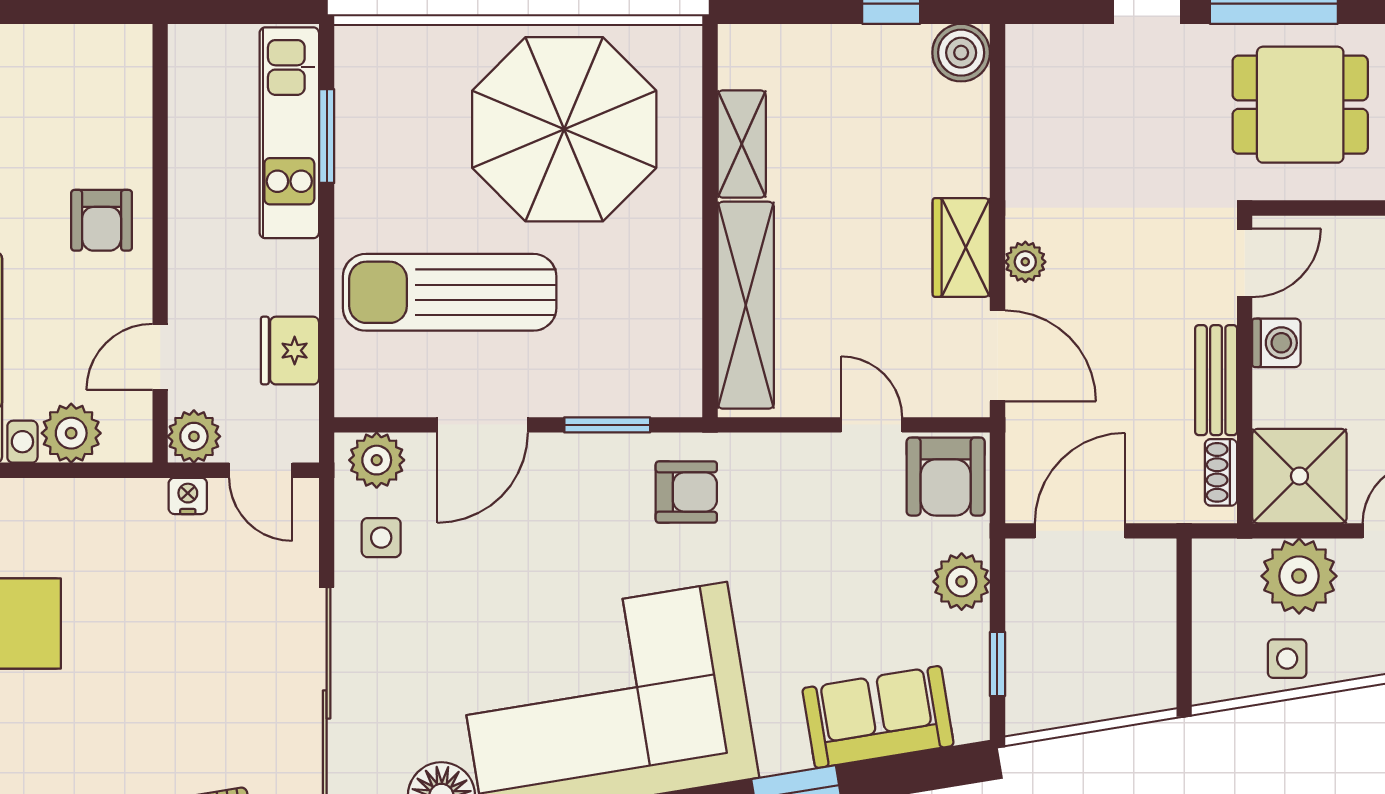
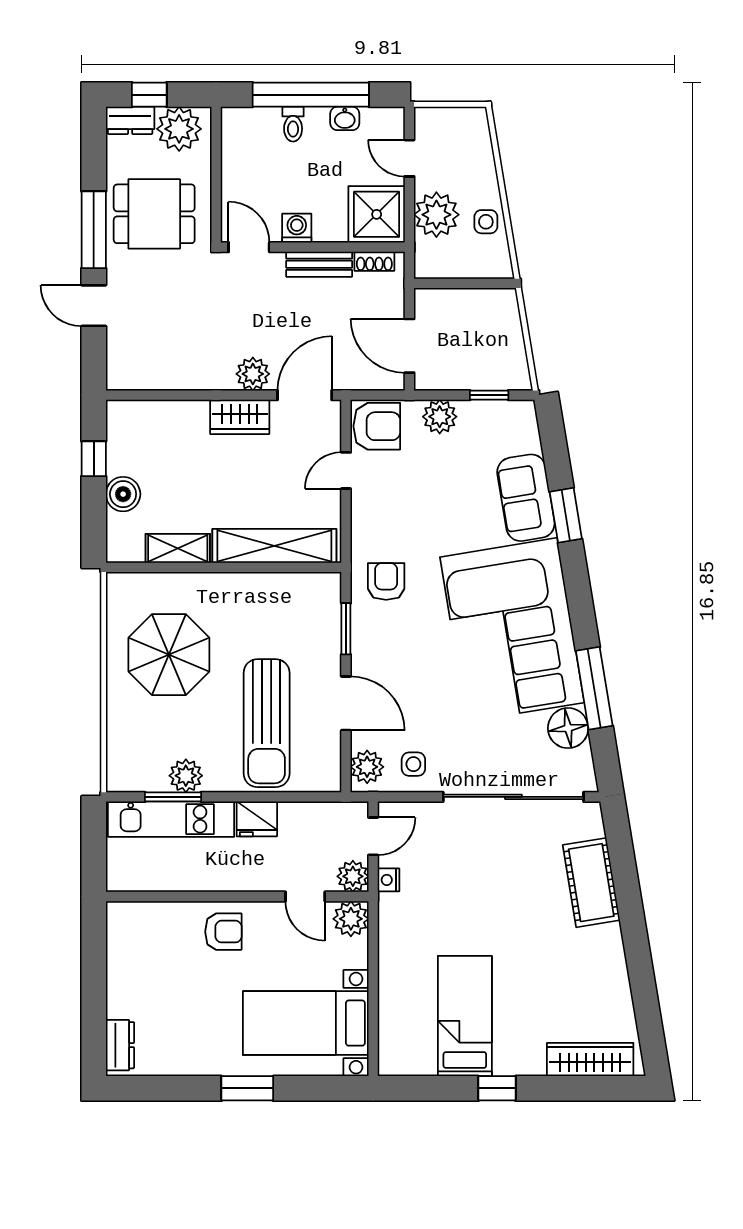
boiler: (961, 53) -> (123, 494), moved
dining table: (1300, 105) -> (154, 214), turned 90
parasol: (564, 129) -> (169, 655), width x0.73, depth x0.73
plant: (362, 157) -> (186, 776), added
plant: (1025, 262) -> (253, 374), width x1.38, depth x1.38
fridge: (290, 351) -> (257, 819), moved
plant: (71, 433) -> (351, 919), moved
sofa: (878, 717) -> (526, 498), moved

